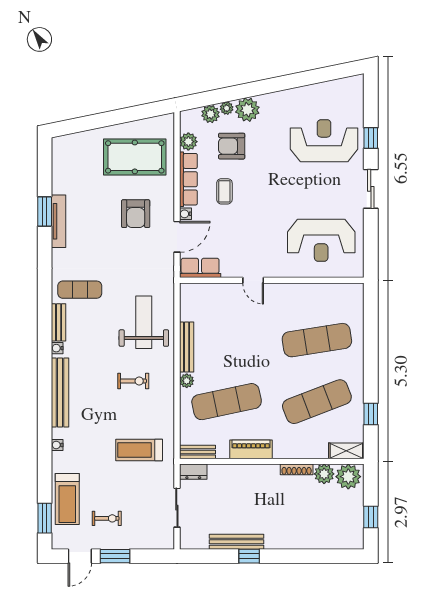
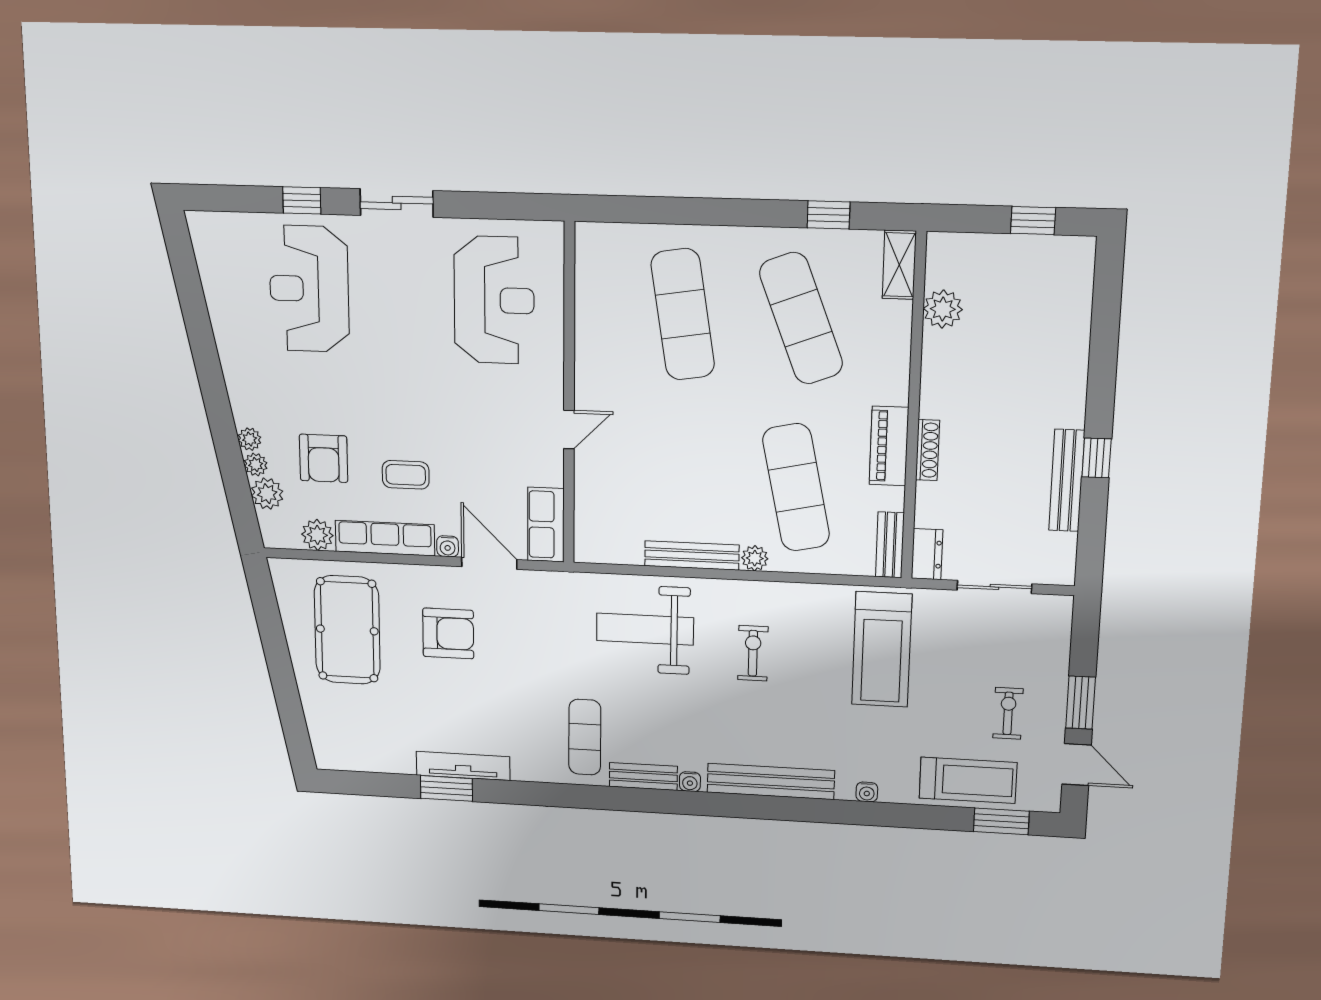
plant: (247, 110) -> (250, 439), width x0.53, depth x0.53
treadmill: (139, 450) -> (882, 649), width x1.37, depth x1.38
shoe rack: (297, 469) -> (928, 450), moved
plant: (348, 477) -> (950, 263), removed

